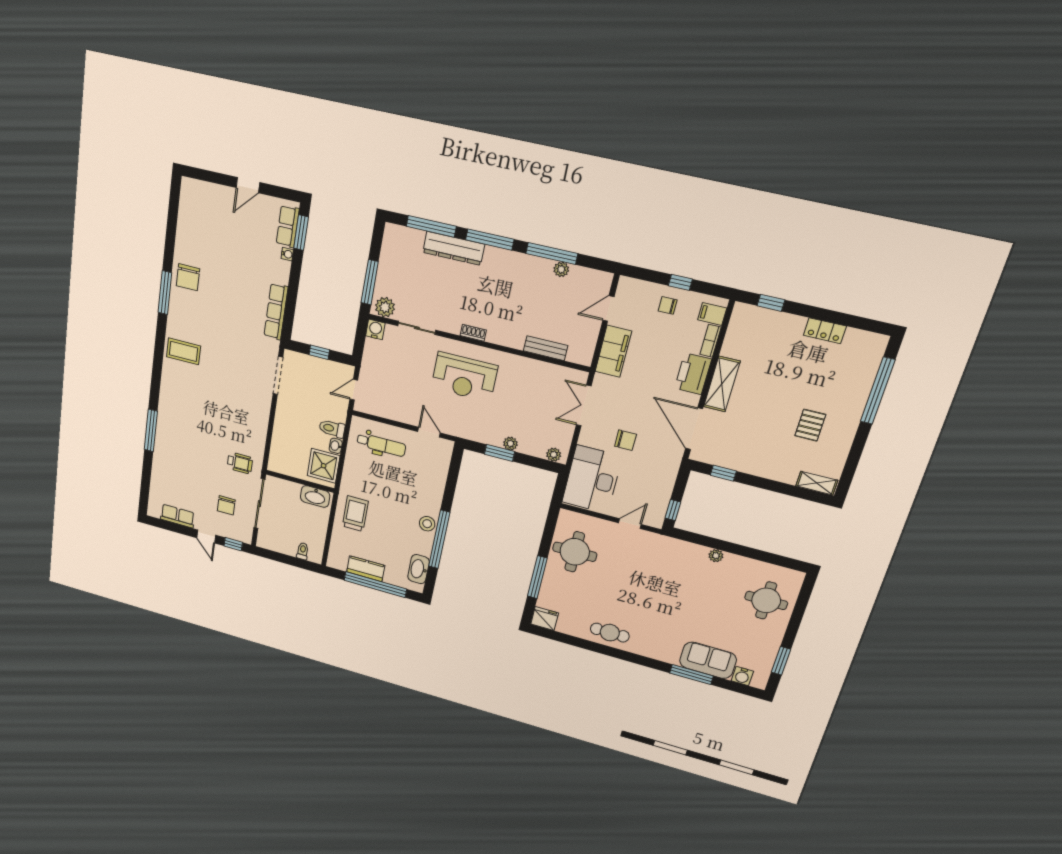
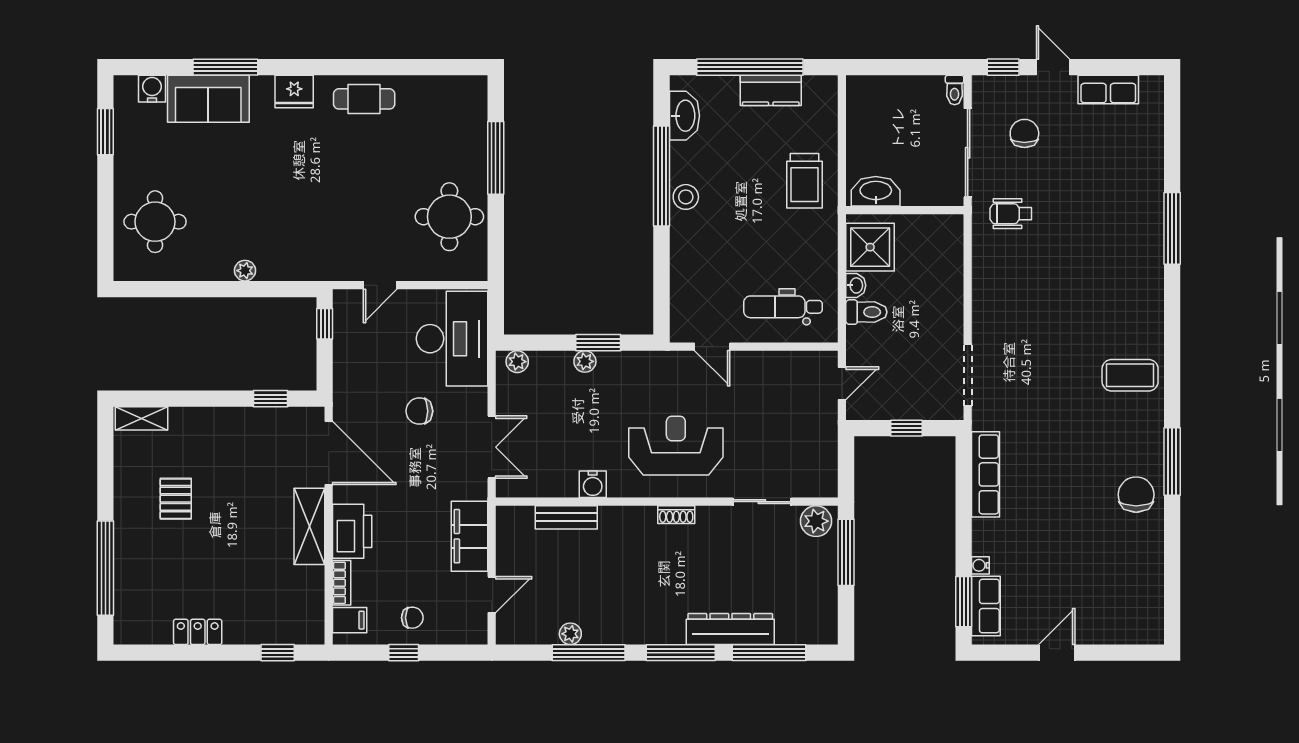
water cooler: (375, 329) -> (593, 484), moved
toilet: (303, 551) -> (955, 90), moved
fridge: (545, 619) -> (294, 92), moved

